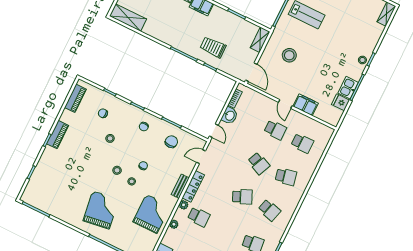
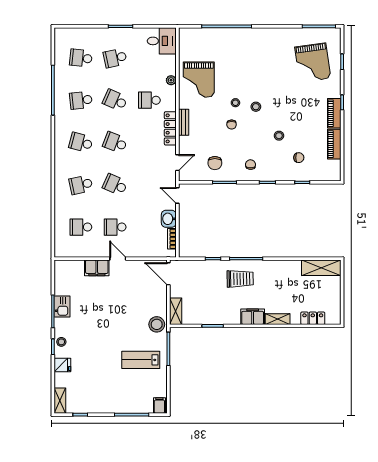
trolley: (213, 47) -> (240, 279), moved
stool: (289, 55) -> (157, 324), moved
piano: (75, 98) -> (334, 144), moved
fridge: (341, 102) -> (62, 365), moved
school desk: (242, 197) -> (115, 143), turned 45
plant: (184, 205) -> (171, 105), removed
grand piano: (101, 210) -> (313, 63), moved
school desk: (226, 230) -> (115, 100), added

